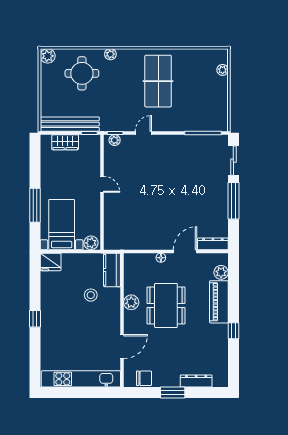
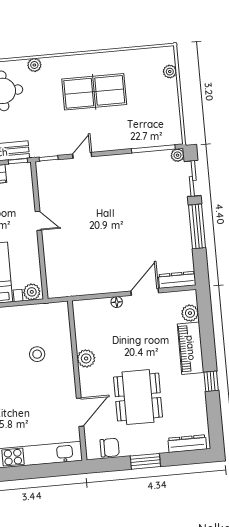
table tennis table: (158, 81) -> (94, 92), turned 90
plant: (115, 140) -> (178, 155), moved
kitchen counter: (112, 270) -> (60, 322), removed
dining table: (166, 305) -> (138, 397), moved
dresser: (196, 381) -> (187, 444), moved

